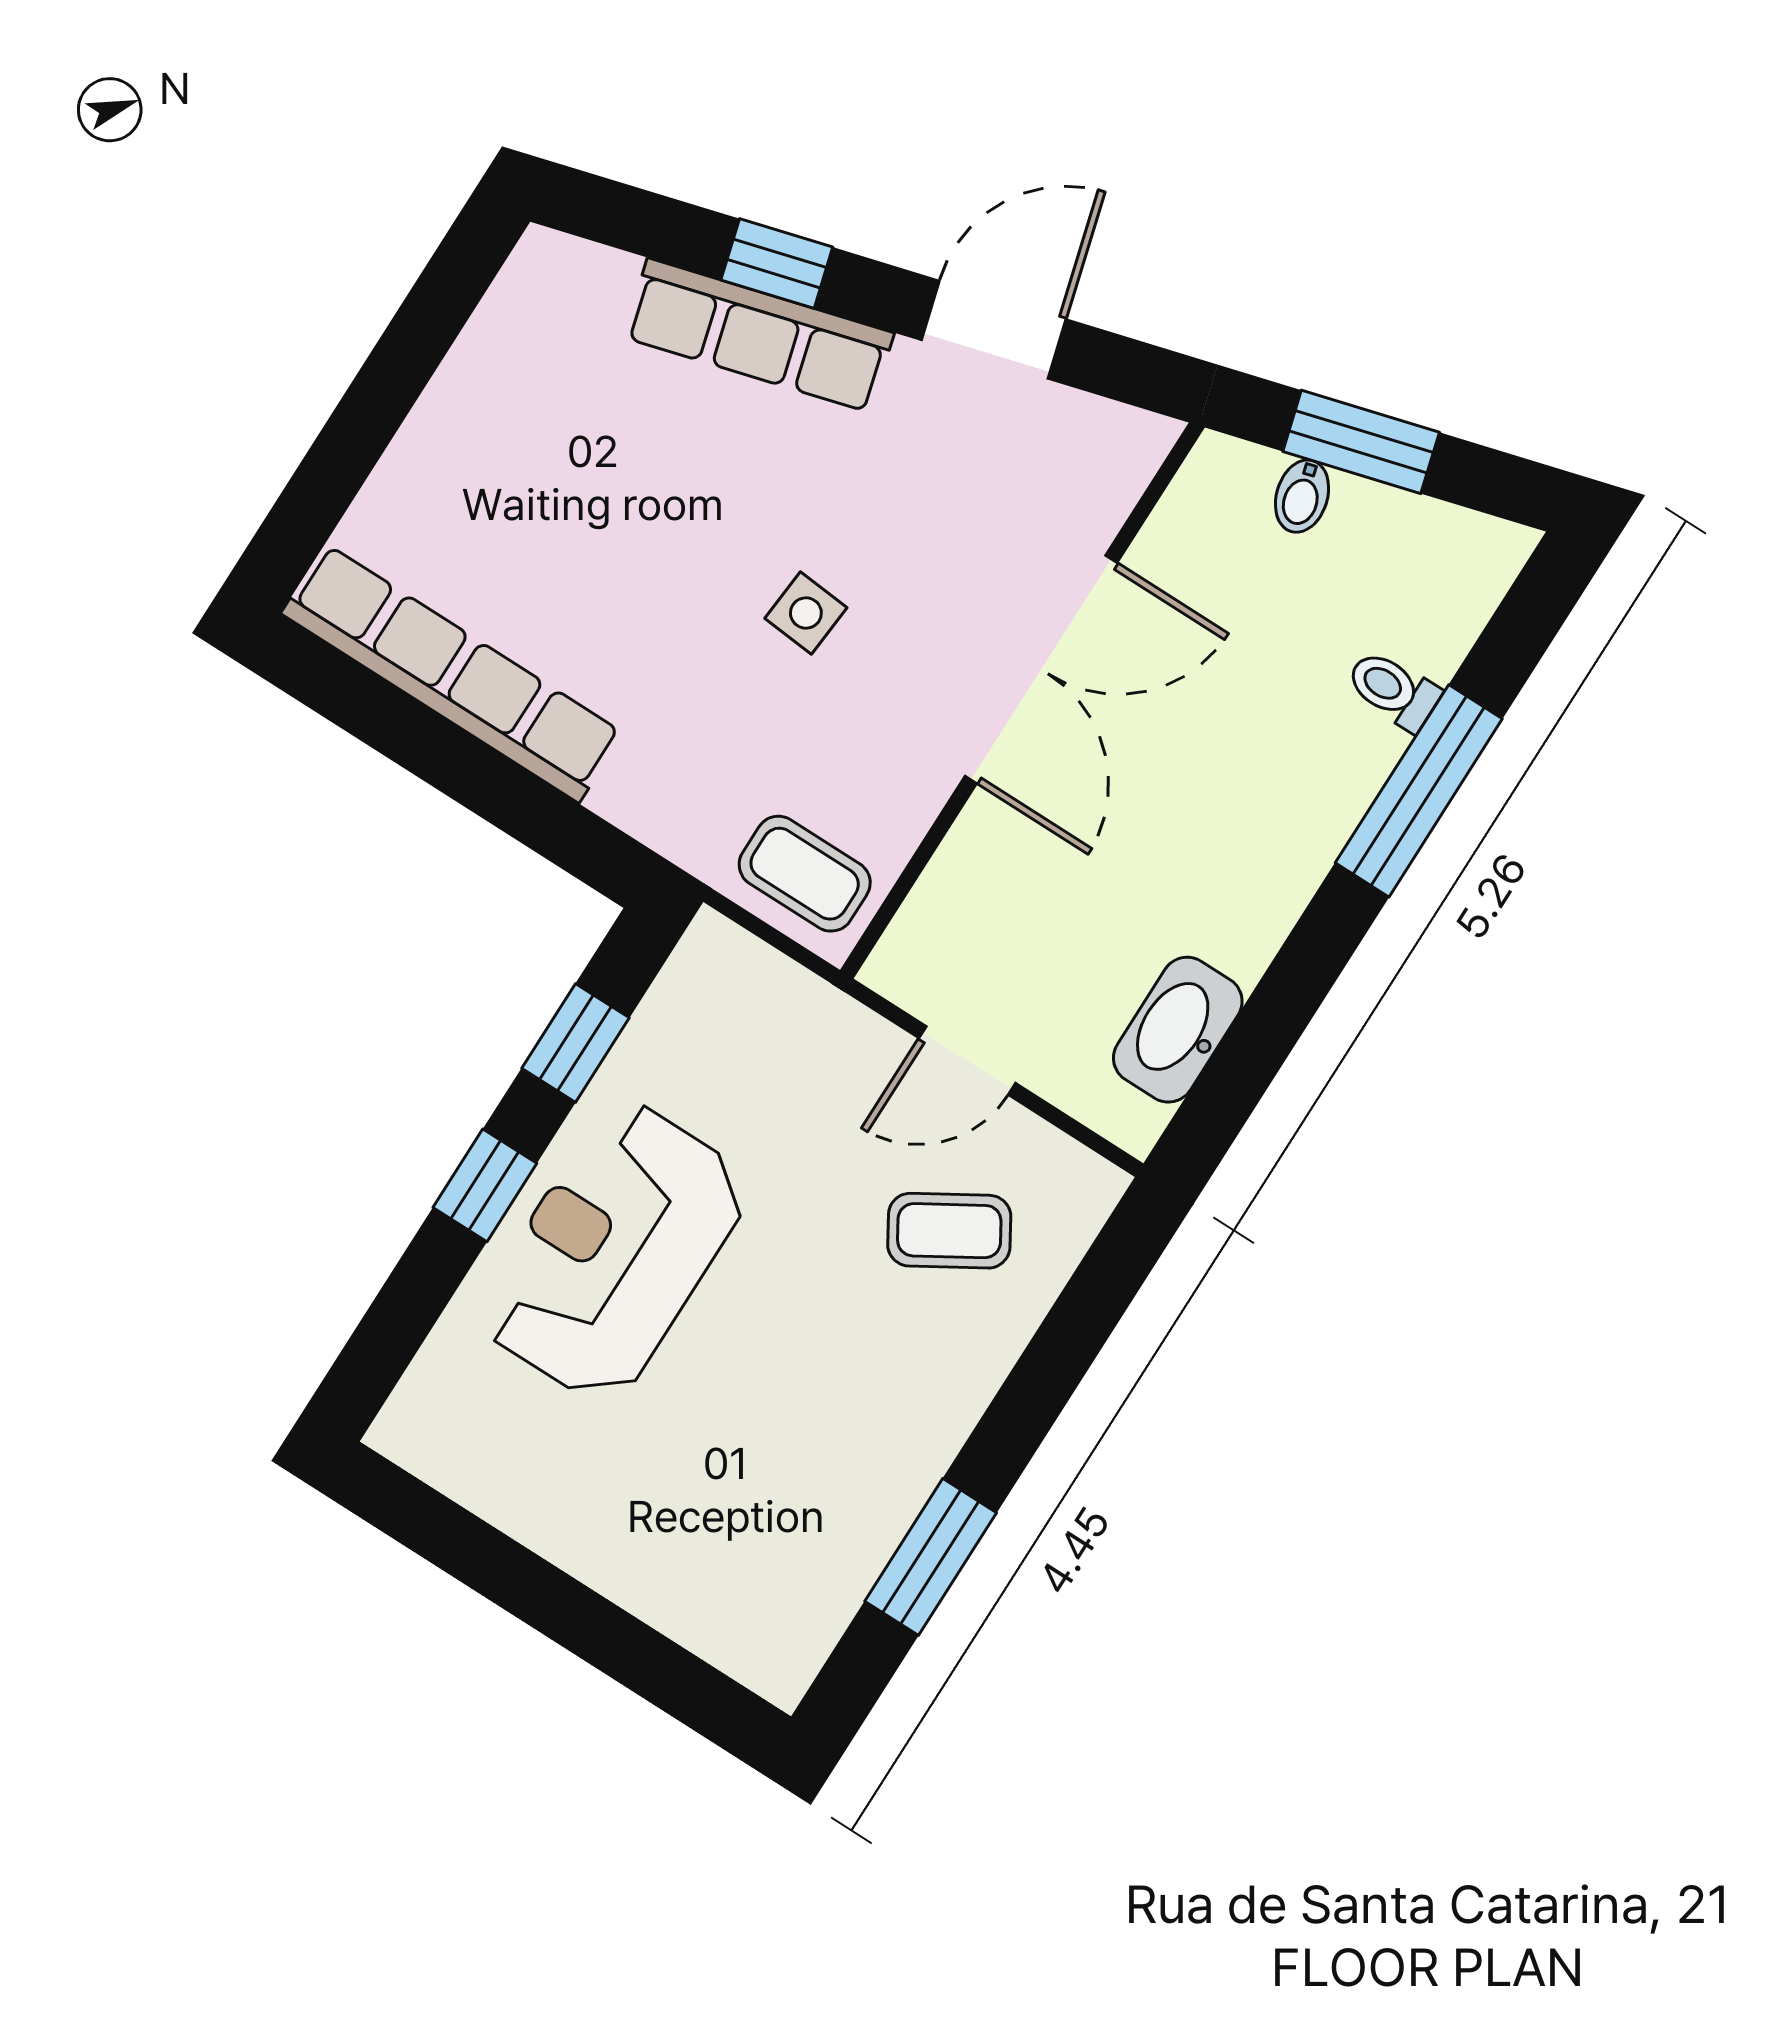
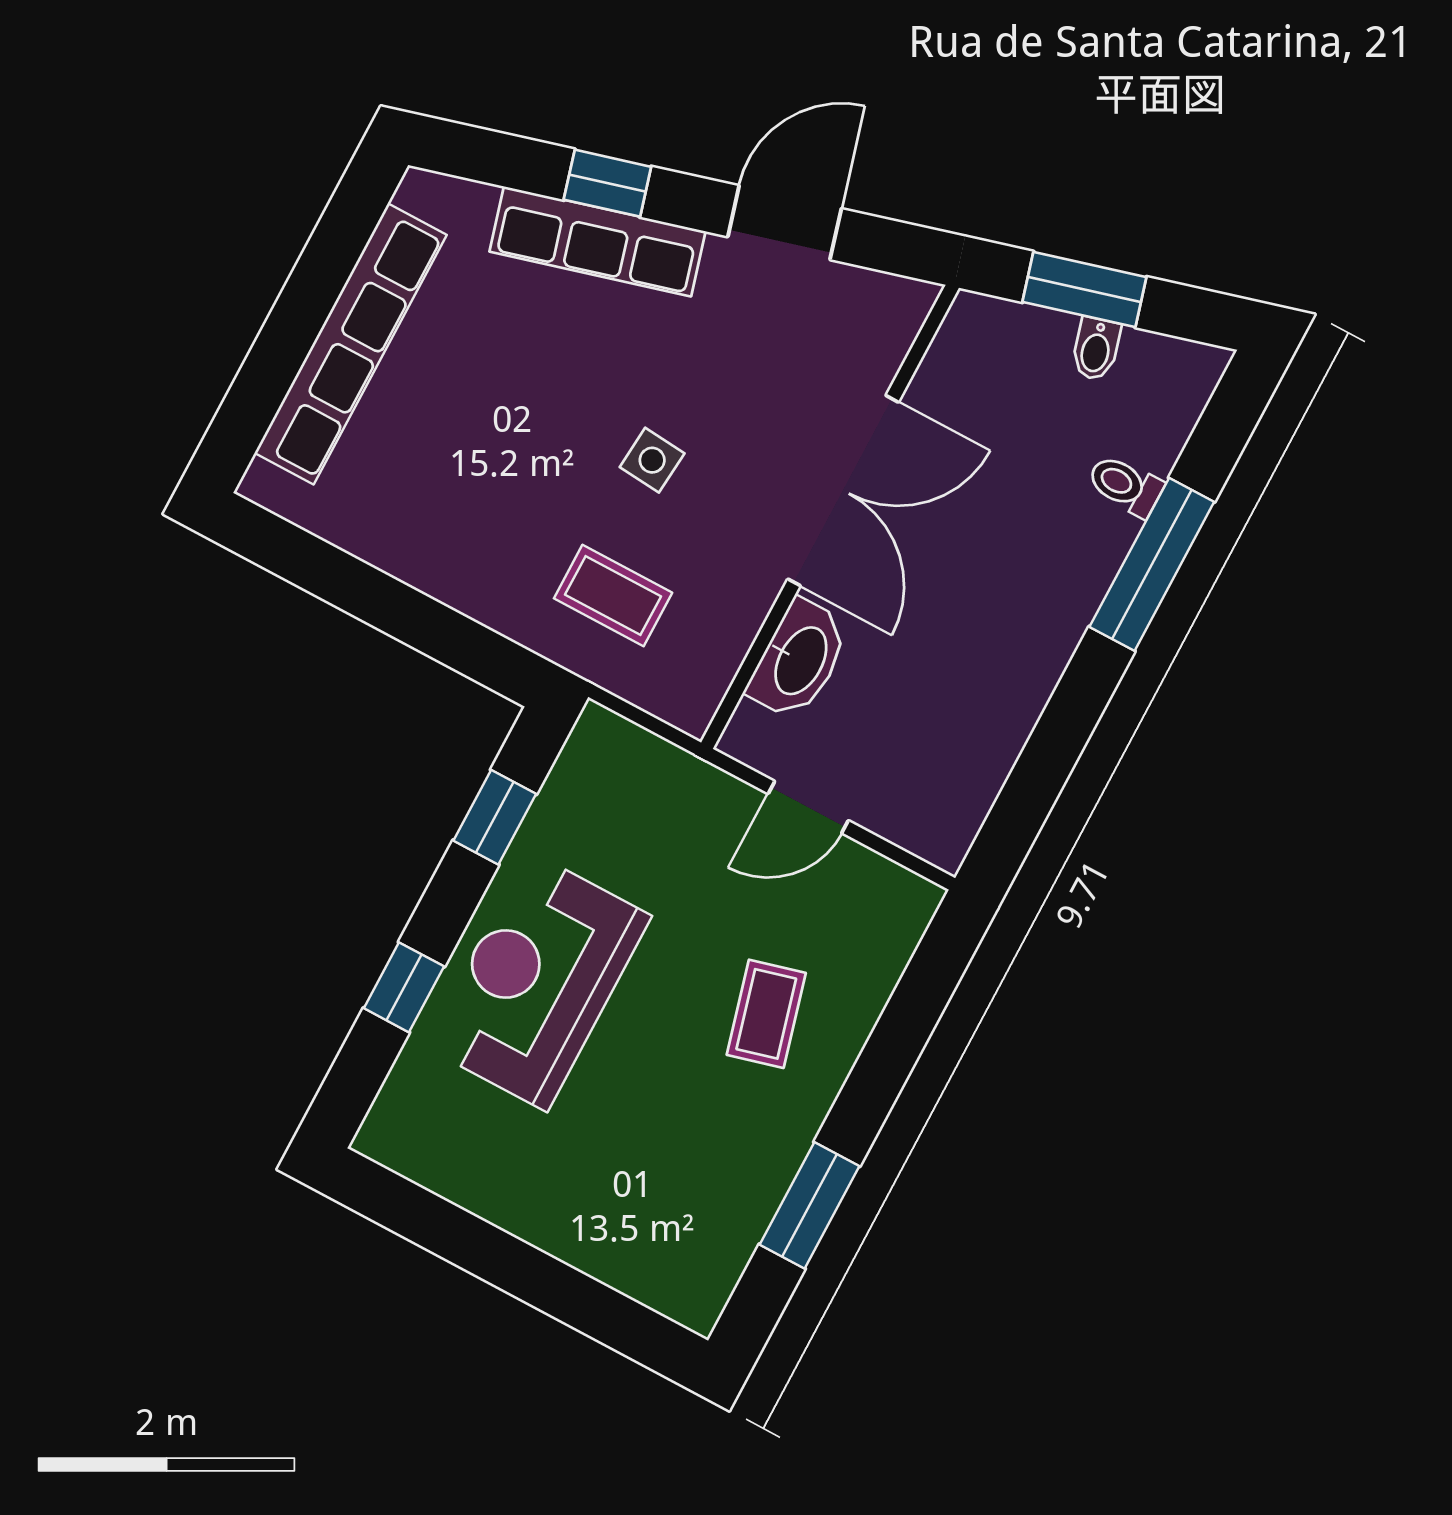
bidet: (1302, 496) -> (1096, 349), moved
row of seats: (452, 673) -> (351, 344), moved, turned 90
coffee table: (805, 874) -> (613, 595), moved
washbasin: (1178, 1030) -> (799, 660), moved, turned 180
window: (485, 1185) -> (404, 987), moved
coffee table: (949, 1231) -> (766, 1014), moved, turned -74

